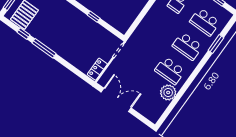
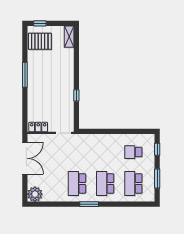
window: (23, 34) -> (25, 51), removed
window: (216, 44) -> (89, 204), moved
plant: (168, 92) -> (35, 194), moved

